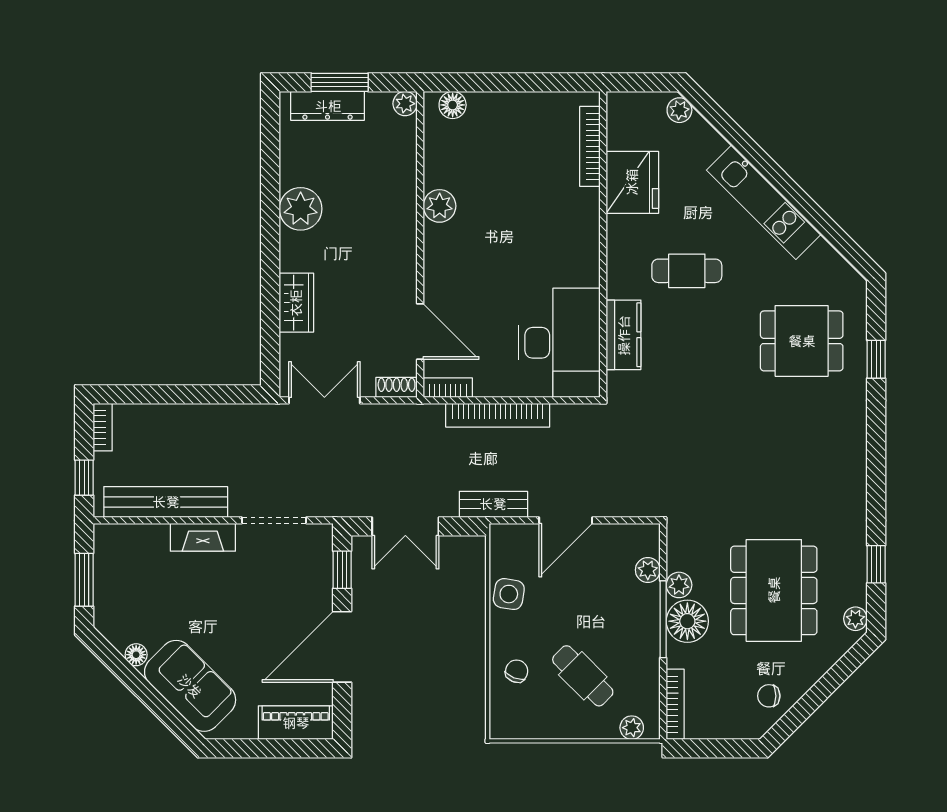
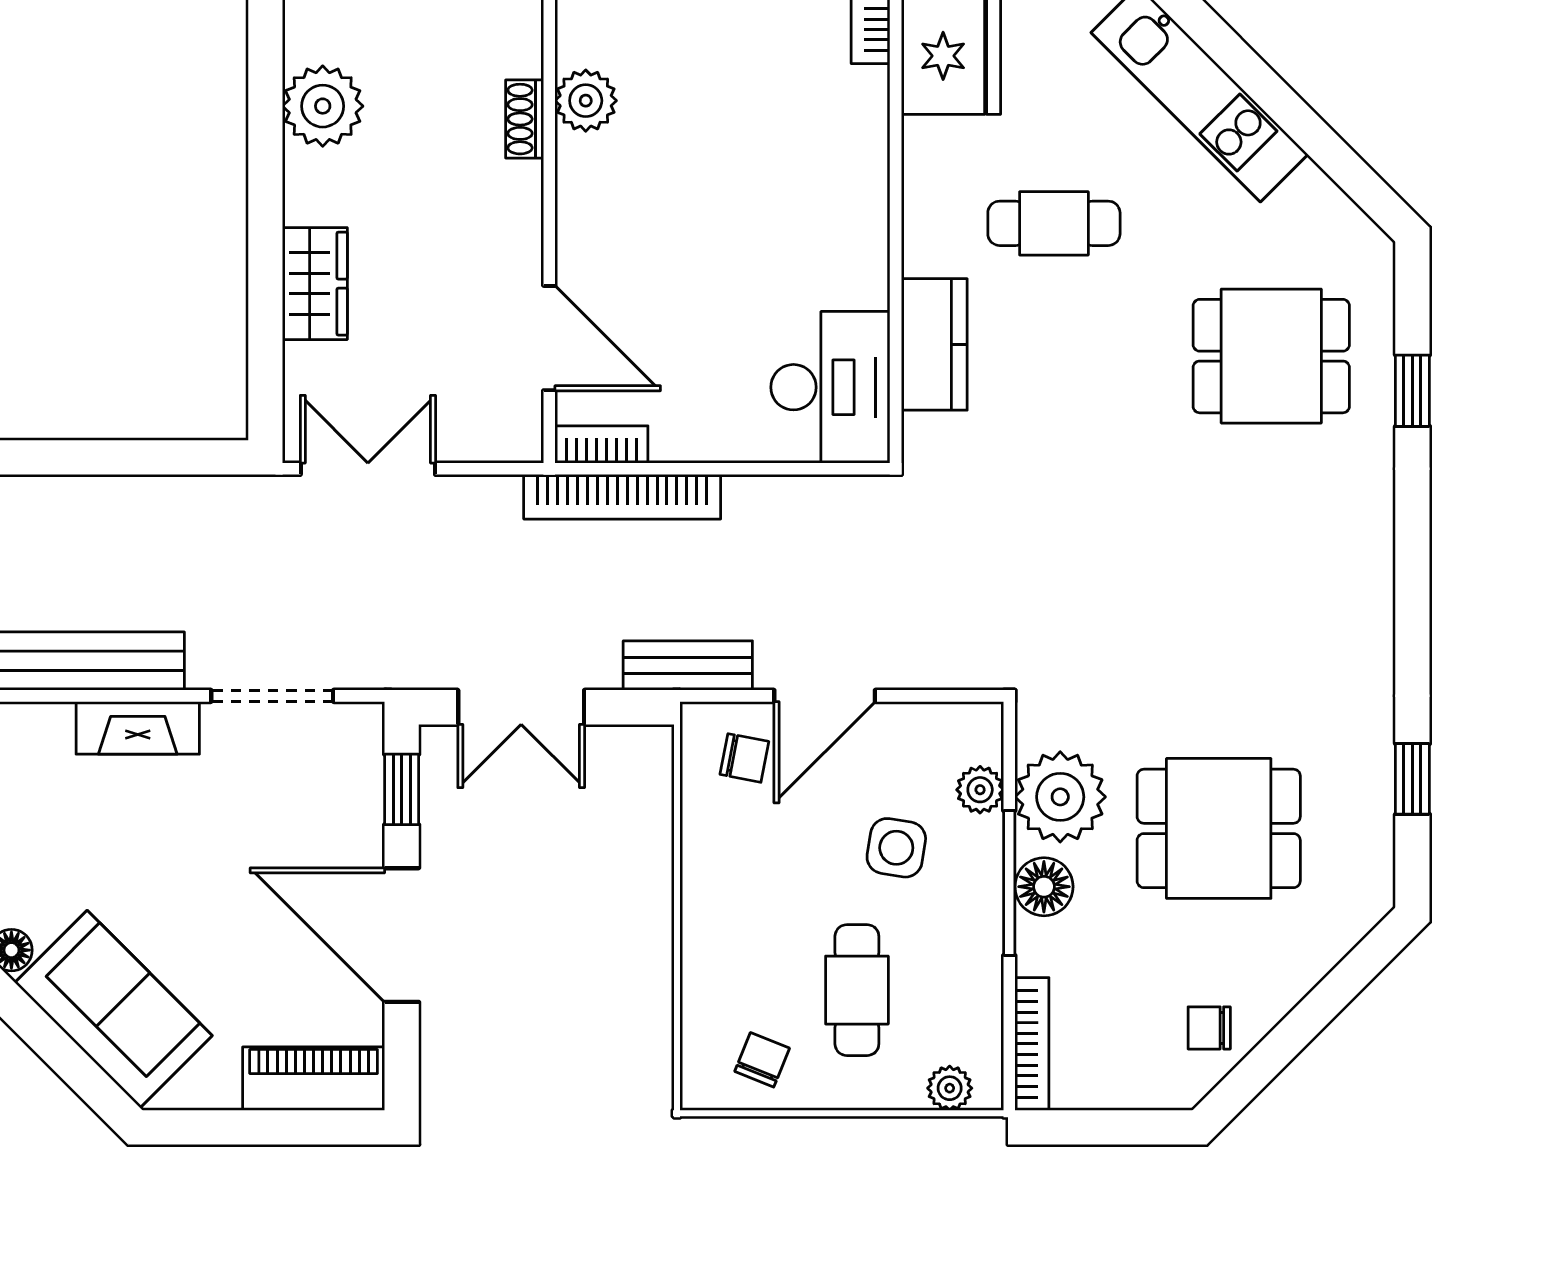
desk: (559, 343) -> (830, 387), width x0.73, depth x0.77
shoe rack: (397, 387) -> (525, 119), moved, turned -90
bookcase: (498, 415) -> (622, 497), moved
chair: (523, 553) -> (744, 758), added
plant: (679, 585) -> (1060, 797), width x1.88, depth x1.88
dining table: (774, 590) -> (1219, 828), width x0.73
side table: (509, 594) -> (896, 848), moved
plant: (855, 619) -> (1373, 882), removed
floor lamp: (687, 621) -> (1044, 887), width x0.73, depth x0.73
door: (342, 647) -> (402, 935), hinge flipped
chair: (517, 671) -> (762, 1060), moved
cafe table: (583, 676) -> (857, 990), turned 45

